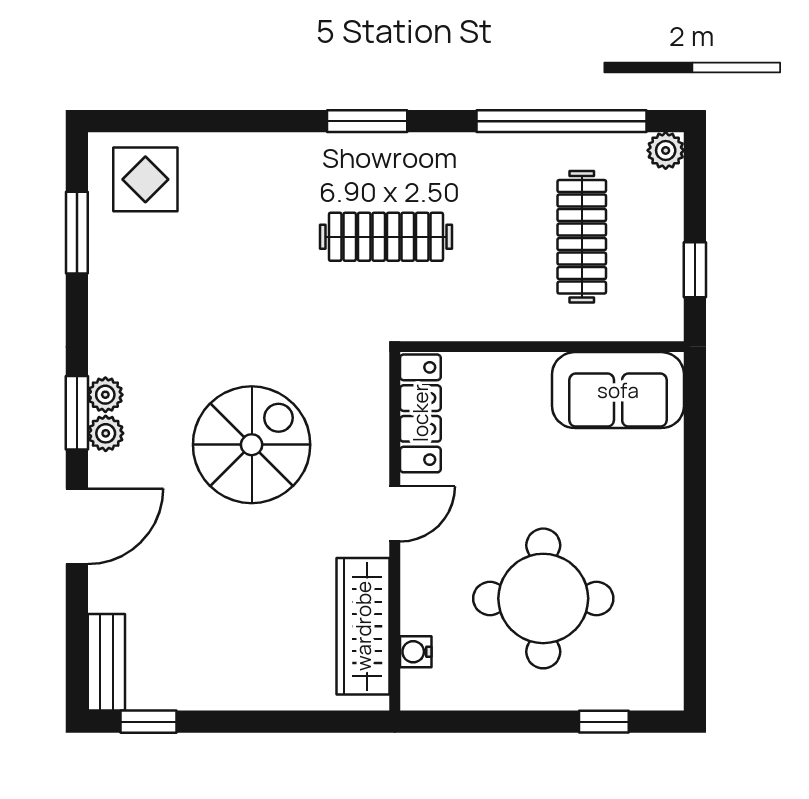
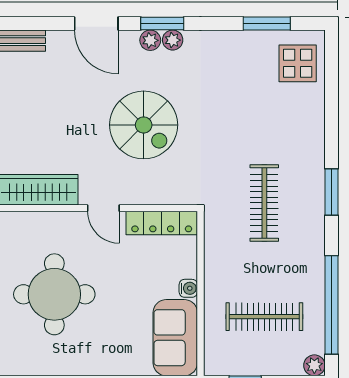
water cooler: (416, 652) -> (188, 288), moved, turned 90

